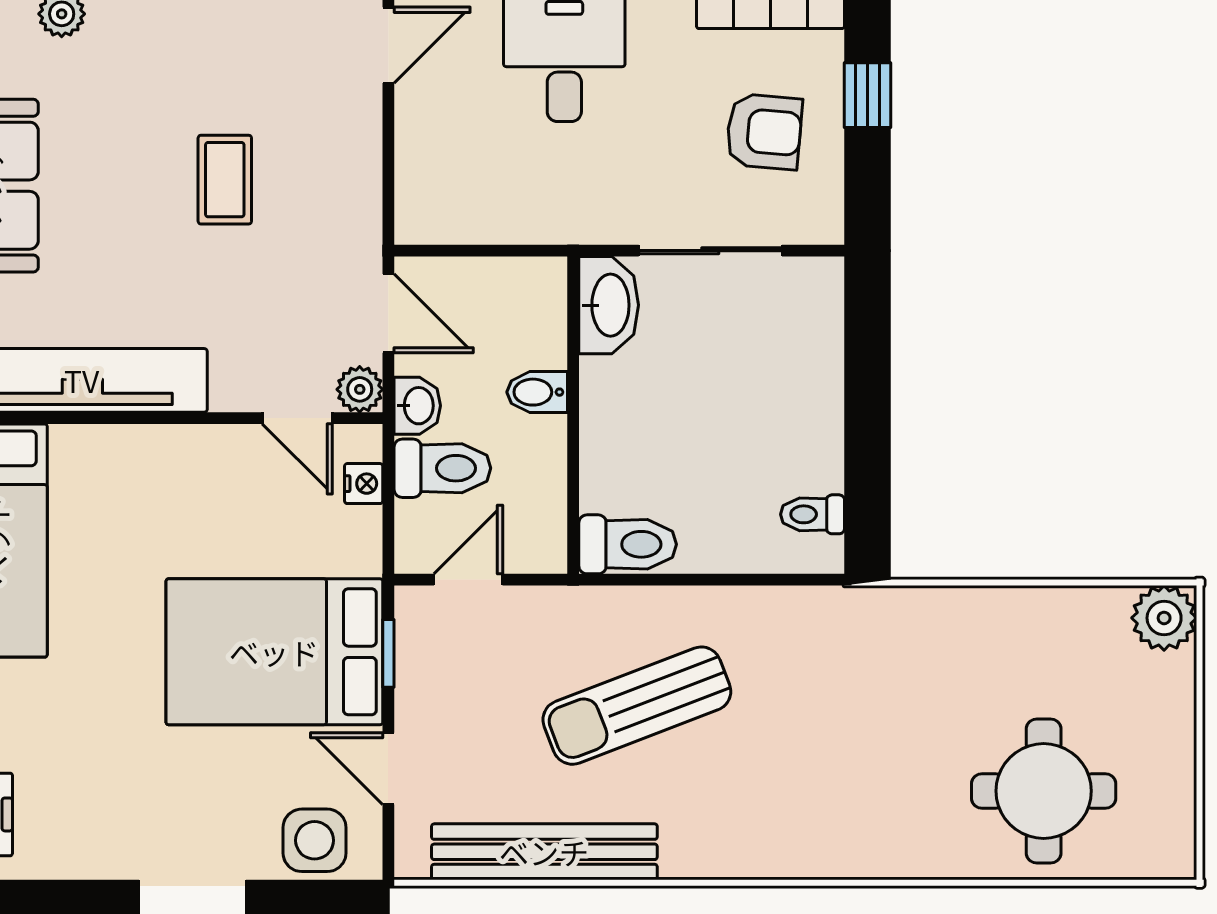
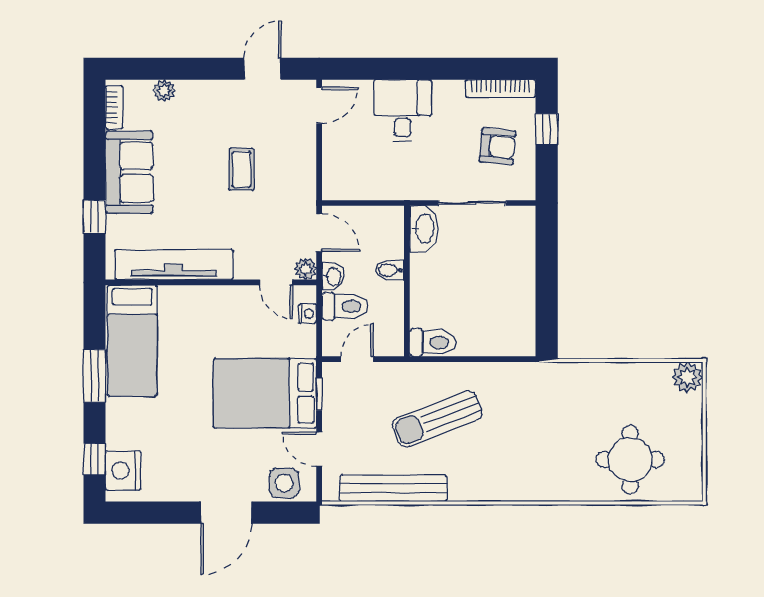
toilet: (813, 514) -> (521, 328), removed

